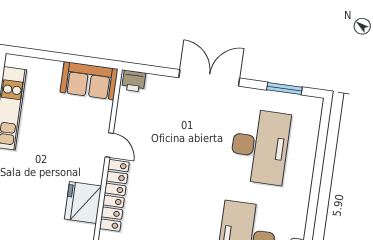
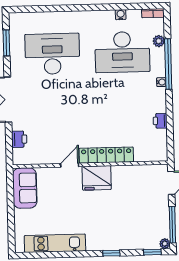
printer: (134, 81) -> (19, 139), moved
fridge: (83, 202) -> (97, 178), moved

